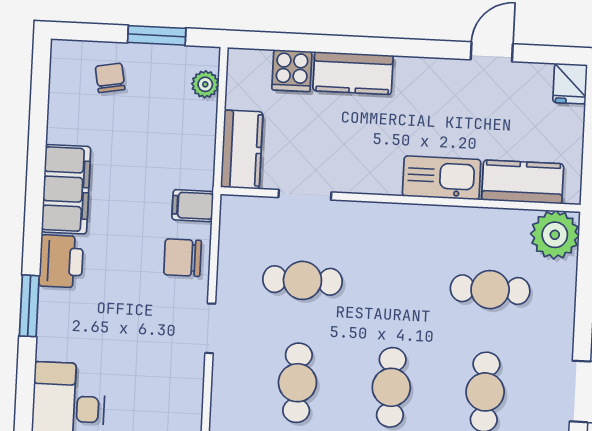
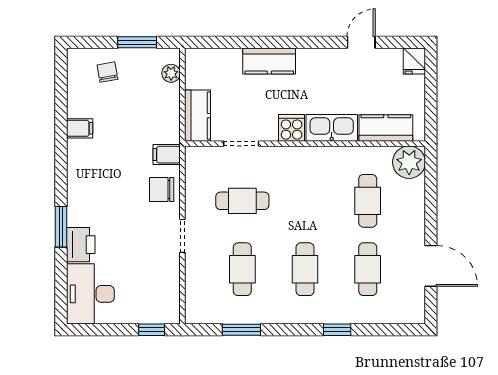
cooker: (292, 71) -> (292, 128), moved, turned 180
filing cabinet: (66, 189) -> (80, 128), width x0.33, depth x0.86
printer: (61, 261) -> (81, 245), moved
cafe table: (490, 290) -> (368, 201), turned 90

